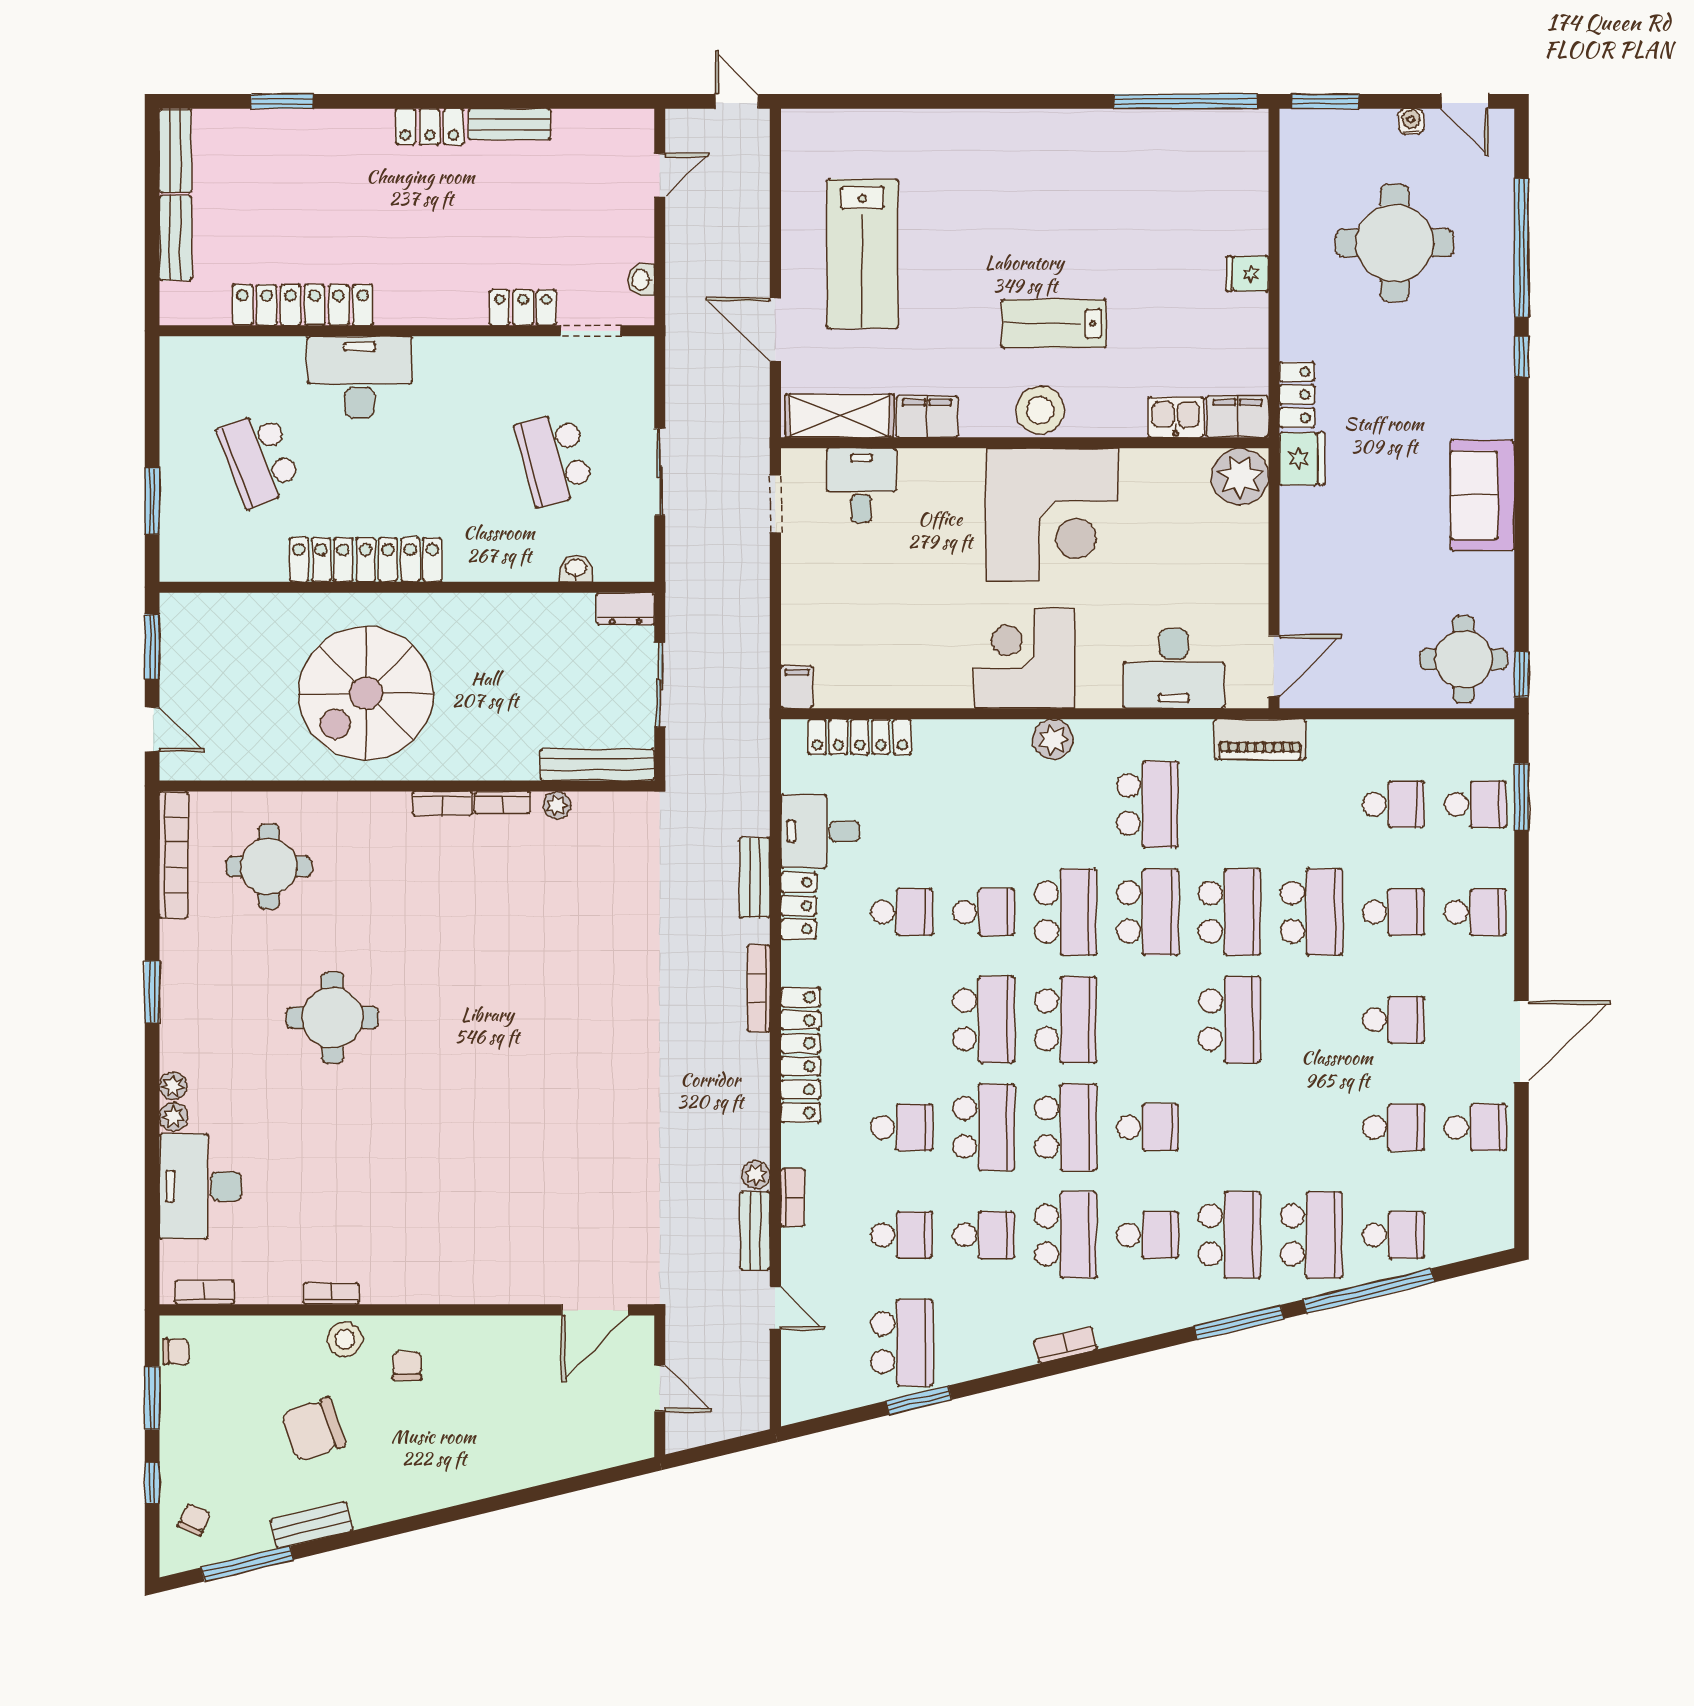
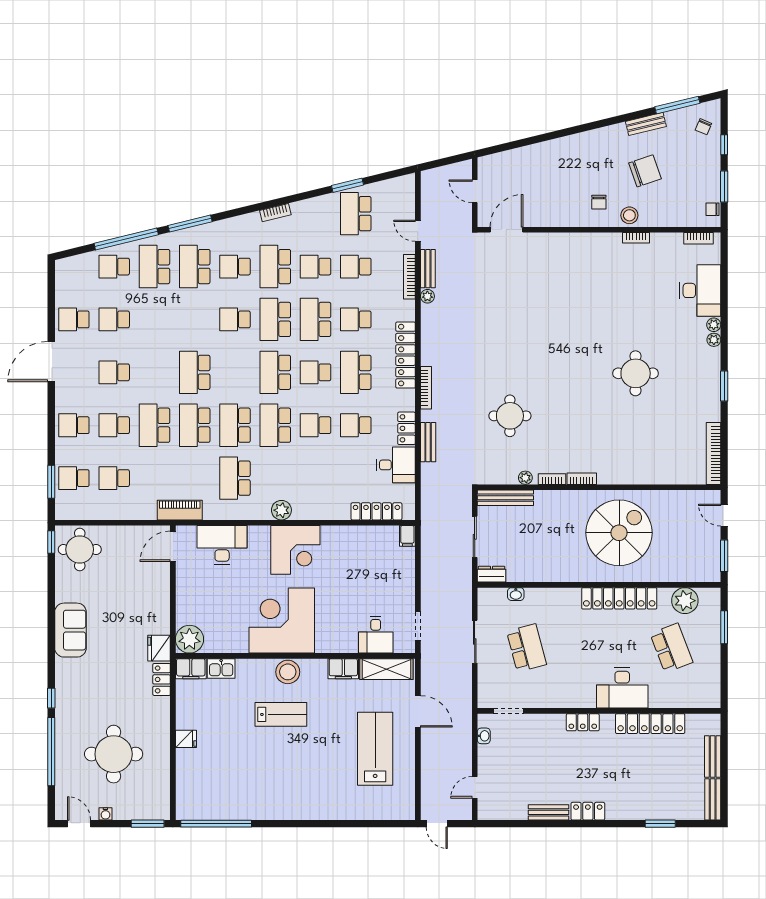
locker: (523, 308) -> (583, 722), moved
plant: (232, 555) -> (685, 601), added
round table: (269, 867) -> (510, 416), moved
school desk: (902, 1020) -> (356, 372), added
school desk: (984, 1020) -> (316, 372), width x0.54
bookcase: (792, 1198) -> (409, 277), width x1.56

